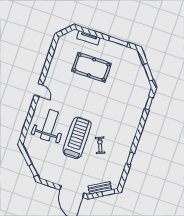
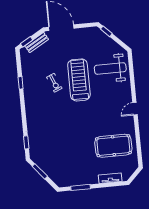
pool table: (91, 67) -> (113, 146), moved
door: (39, 90) -> (135, 109), hinge flipped
weight bench: (49, 125) -> (110, 69), moved, turned 90
treadmill: (77, 138) -> (79, 80), turned 180

